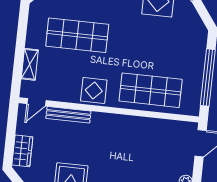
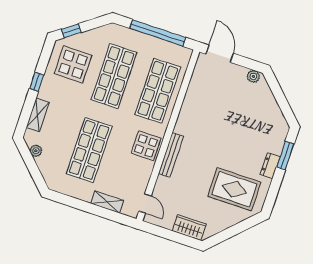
shop shelf: (156, 44) -> (114, 76), added
bench: (68, 115) -> (171, 155), moved

